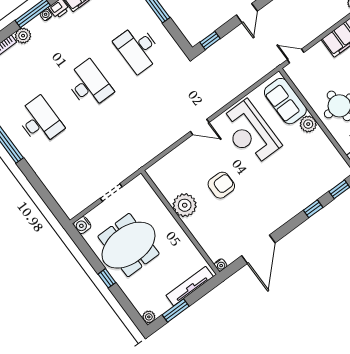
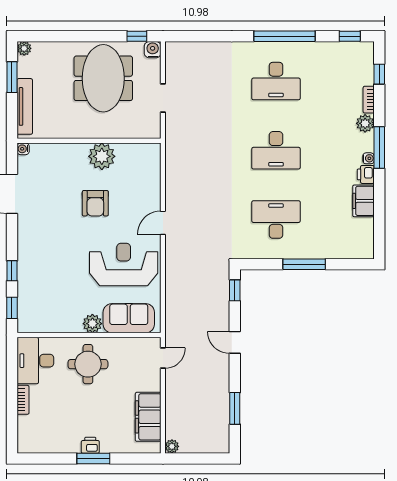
window: (107, 278) -> (137, 36), moved

